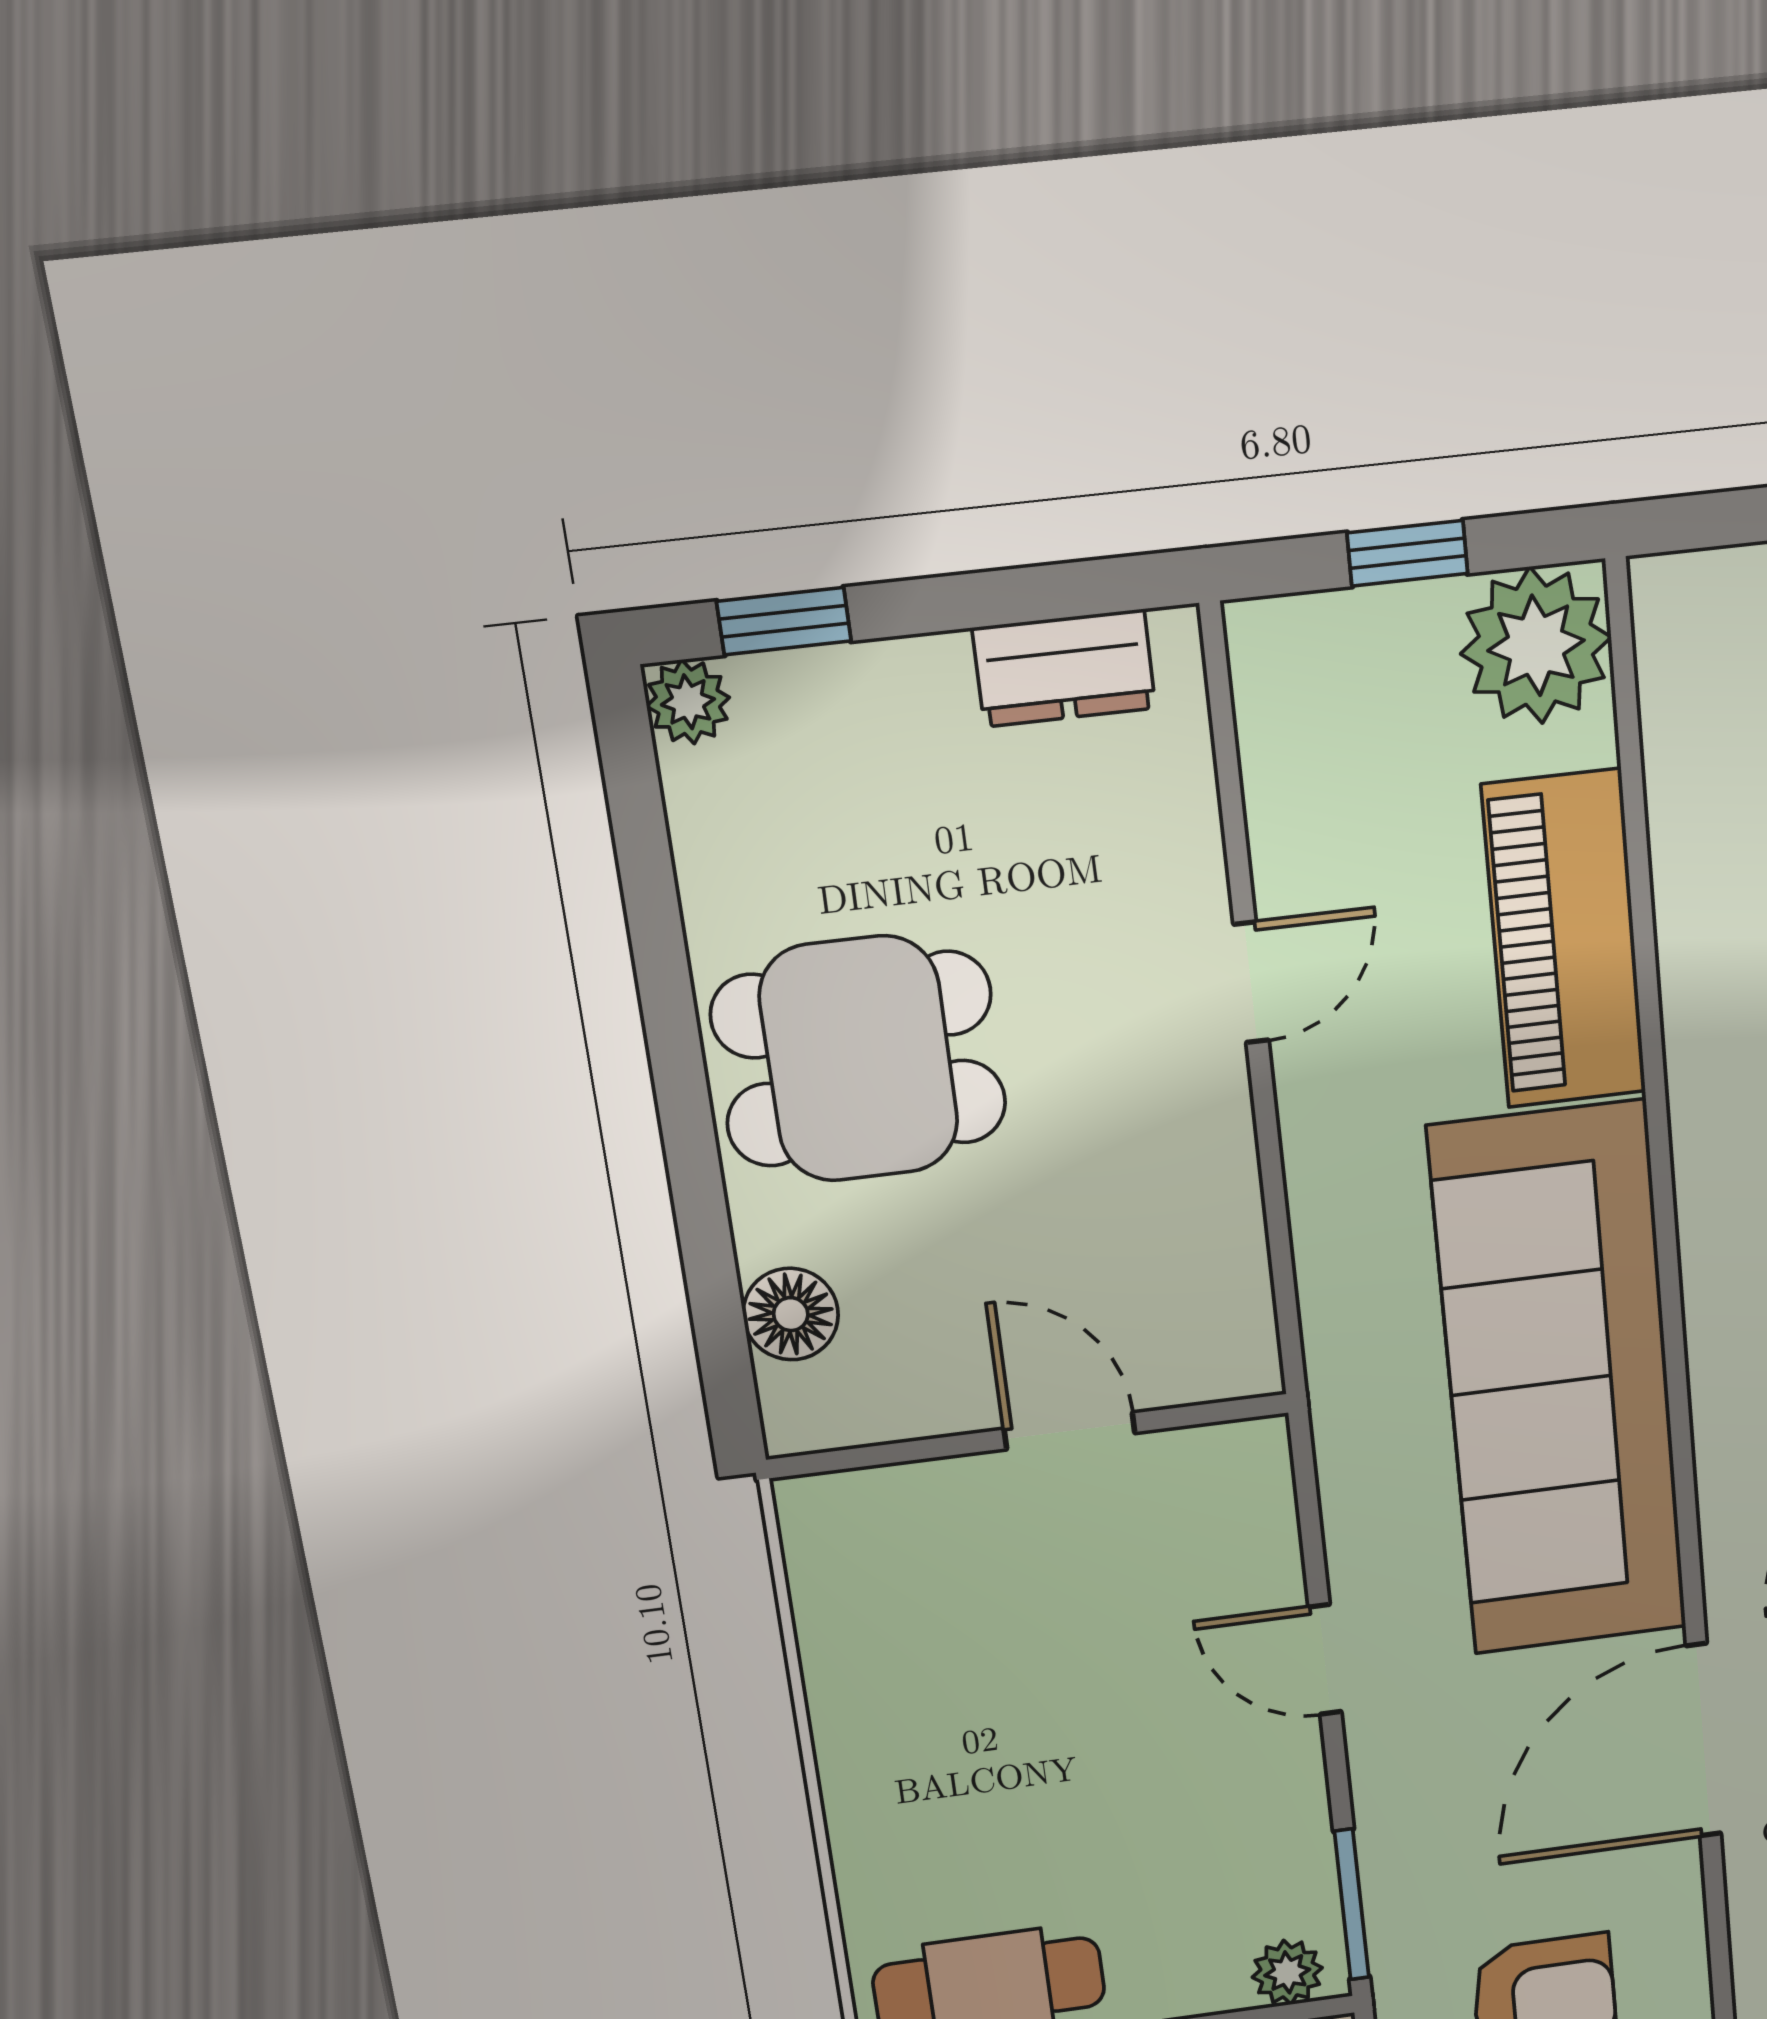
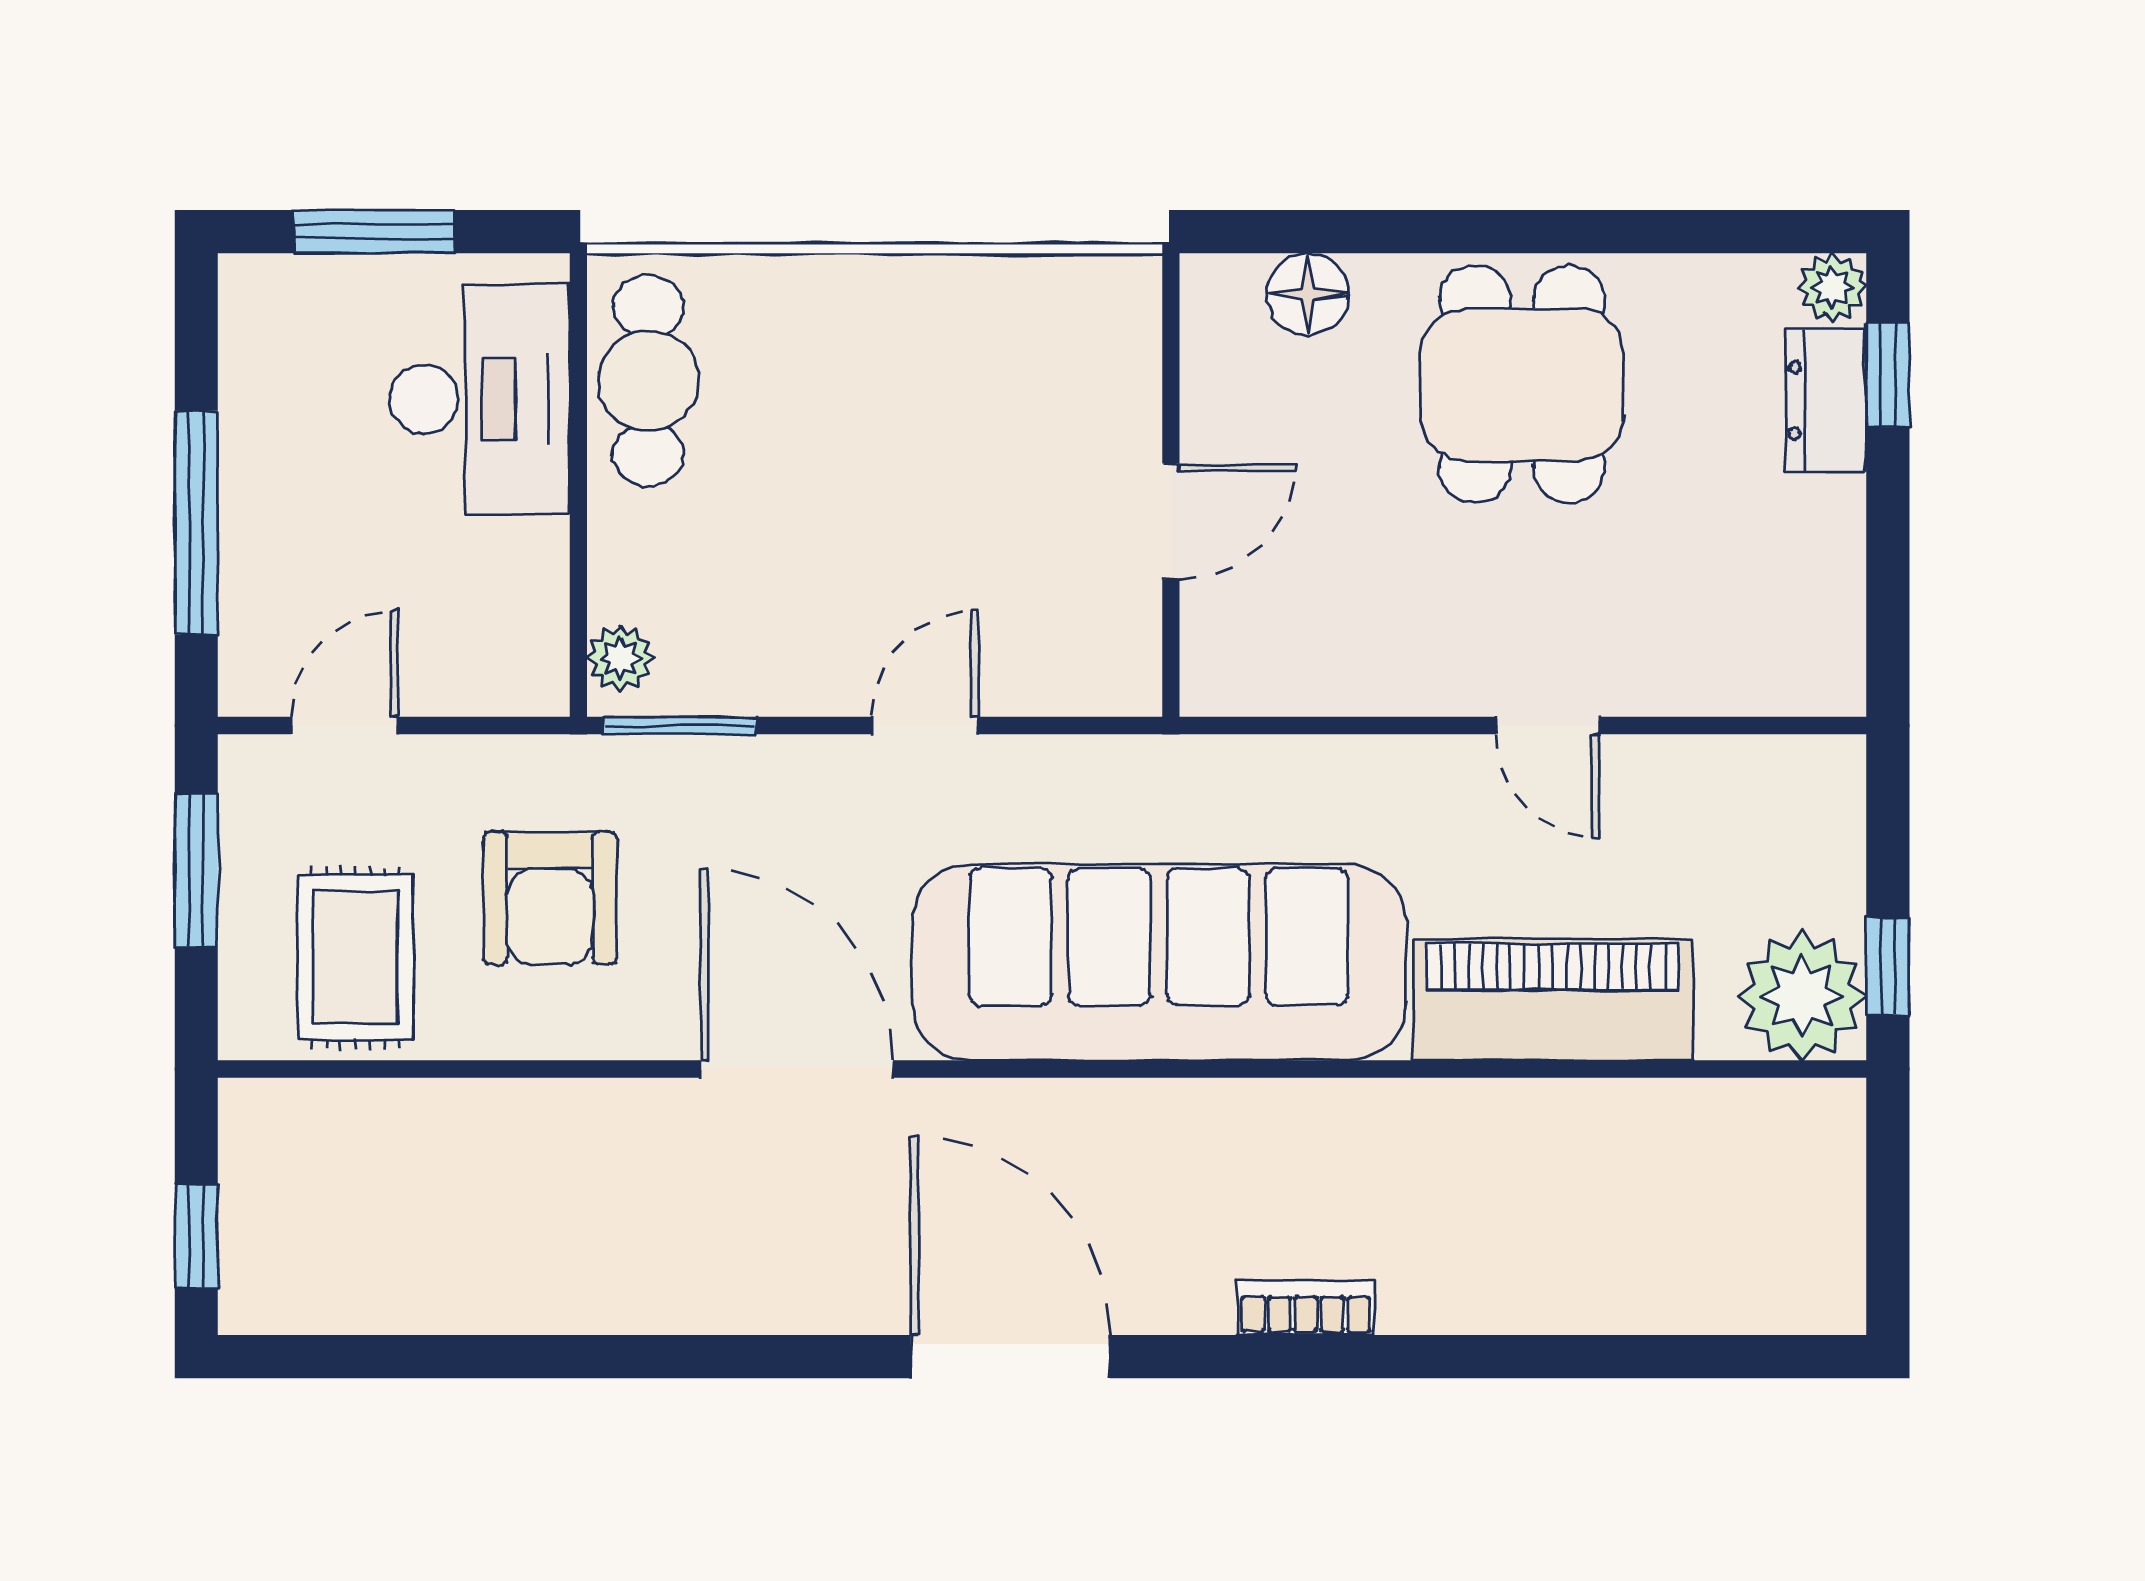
window: (1407, 553) -> (1888, 966), moved
dresser: (1064, 668) -> (1826, 400), moved

